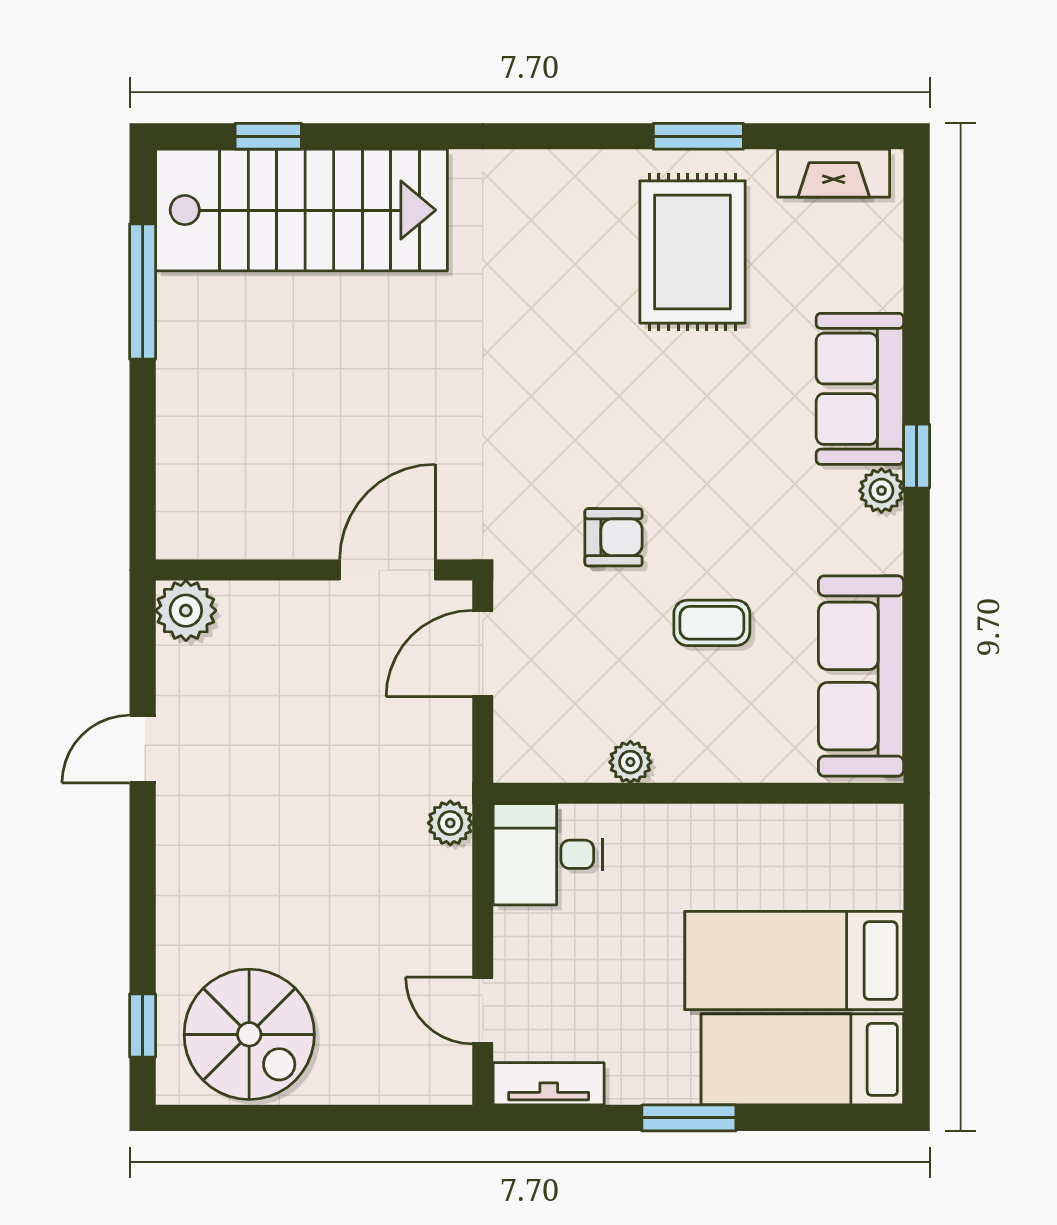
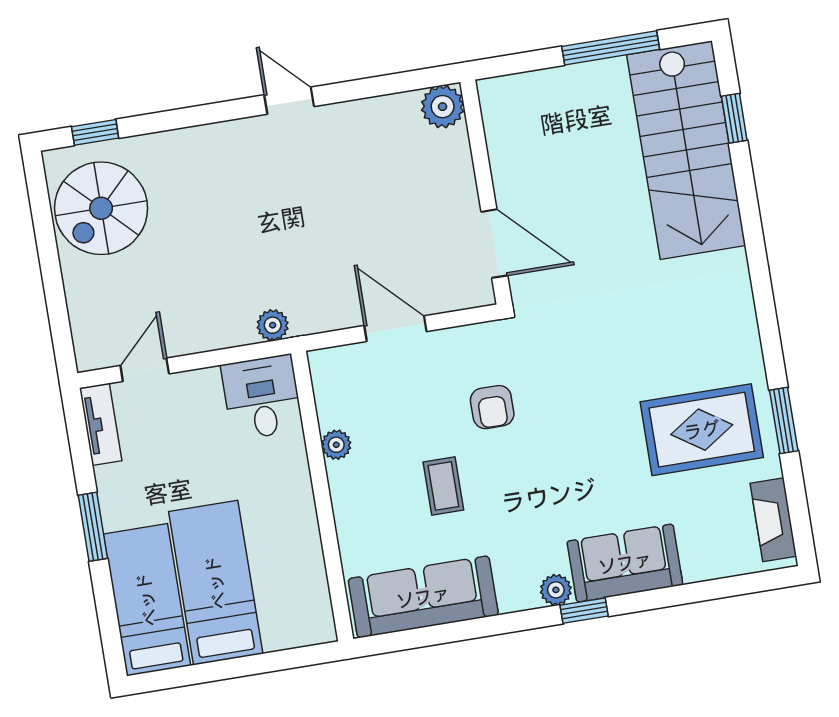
wall: (314, 570) -> (486, 192), moved
door: (387, 570) -> (494, 244), moved
plant: (186, 611) -> (443, 107), moved

